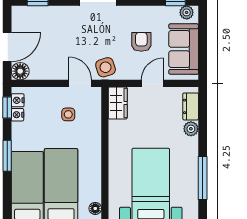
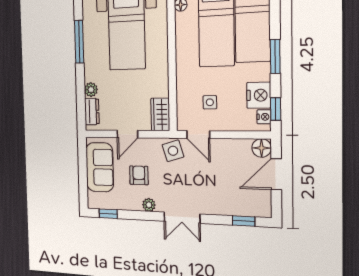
plant: (187, 12) -> (149, 205), moved
armchair: (141, 42) -> (139, 175), turned 180
nightstand: (17, 115) -> (259, 95), width x1.89, depth x1.79

